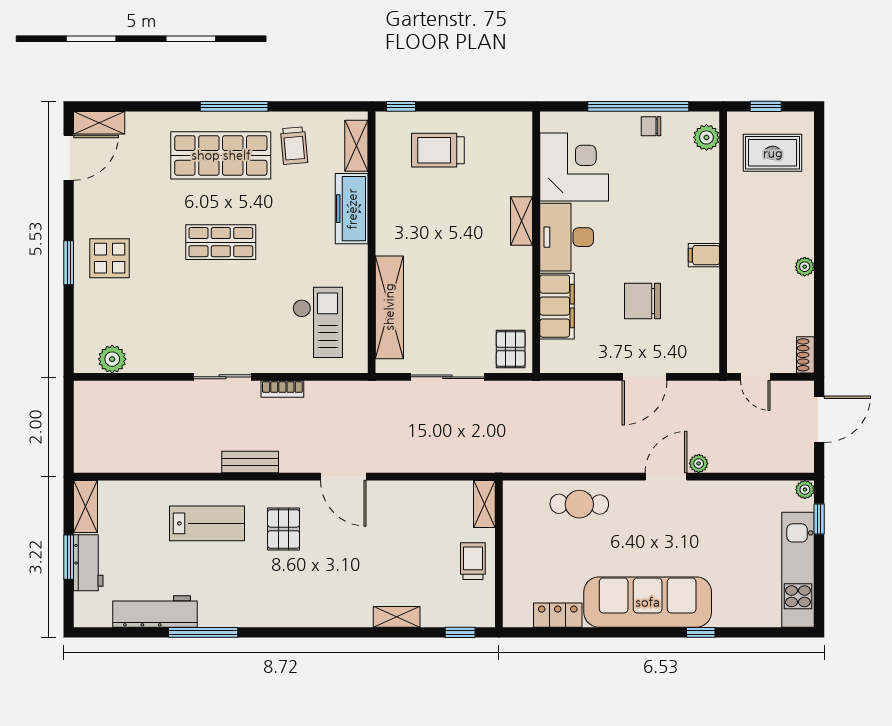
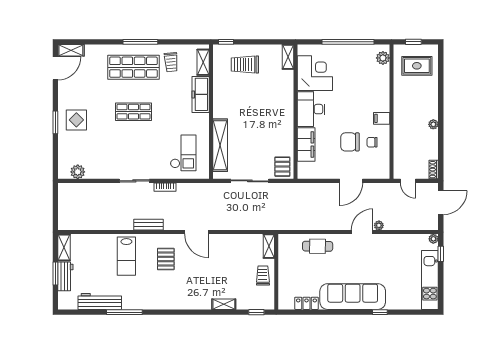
chair: (651, 126) -> (372, 142), moved
shelving: (522, 221) -> (288, 57), moved
lab bench: (207, 523) -> (126, 256), turned 90

